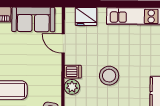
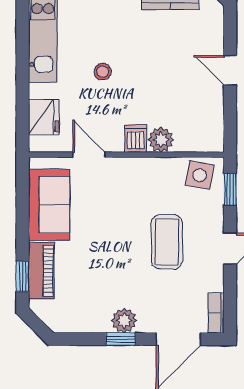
door: (63, 44) -> (89, 155), swing flipped
stool: (109, 76) -> (103, 72), moved, width x0.53, depth x0.53

